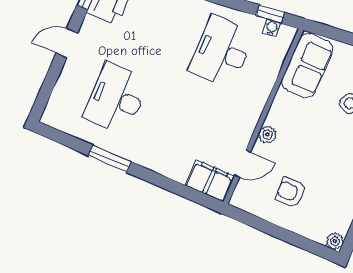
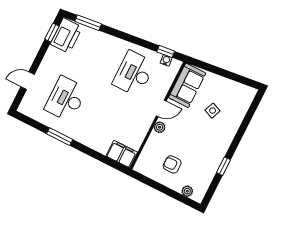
door: (67, 43) -> (28, 81), moved
door: (243, 164) -> (161, 108), moved
plant: (335, 241) -> (187, 191), moved

